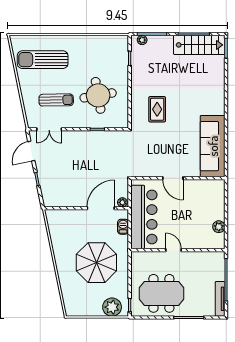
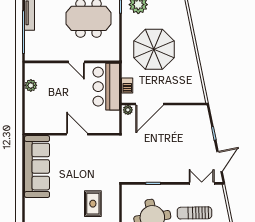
bar counter: (144, 217) -> (106, 87), width x0.73

